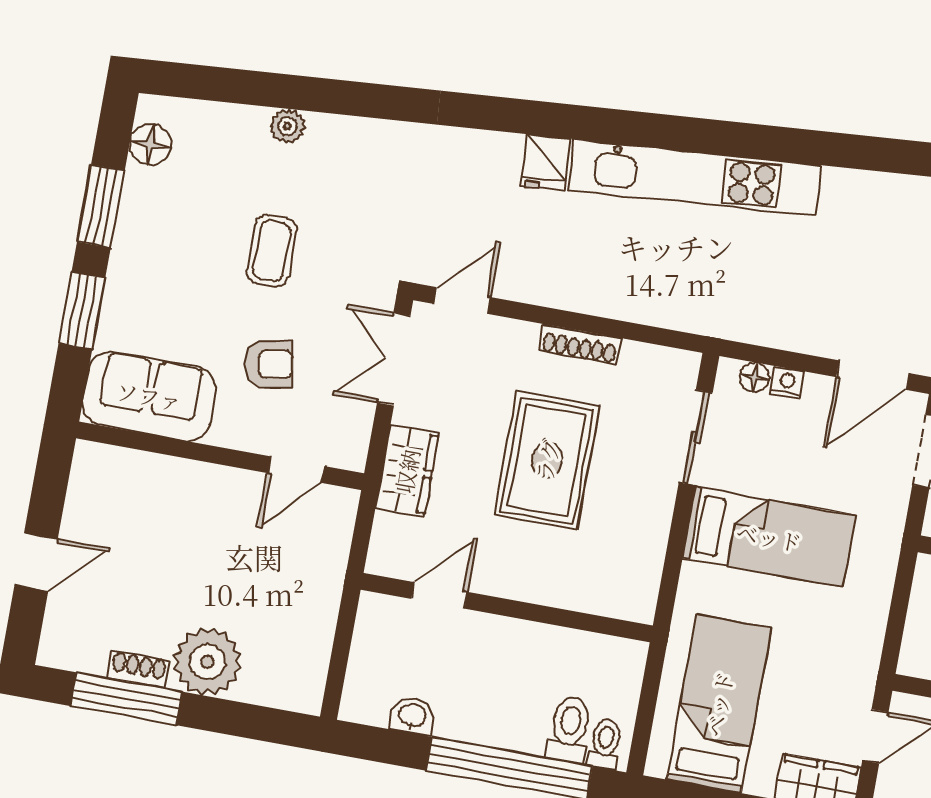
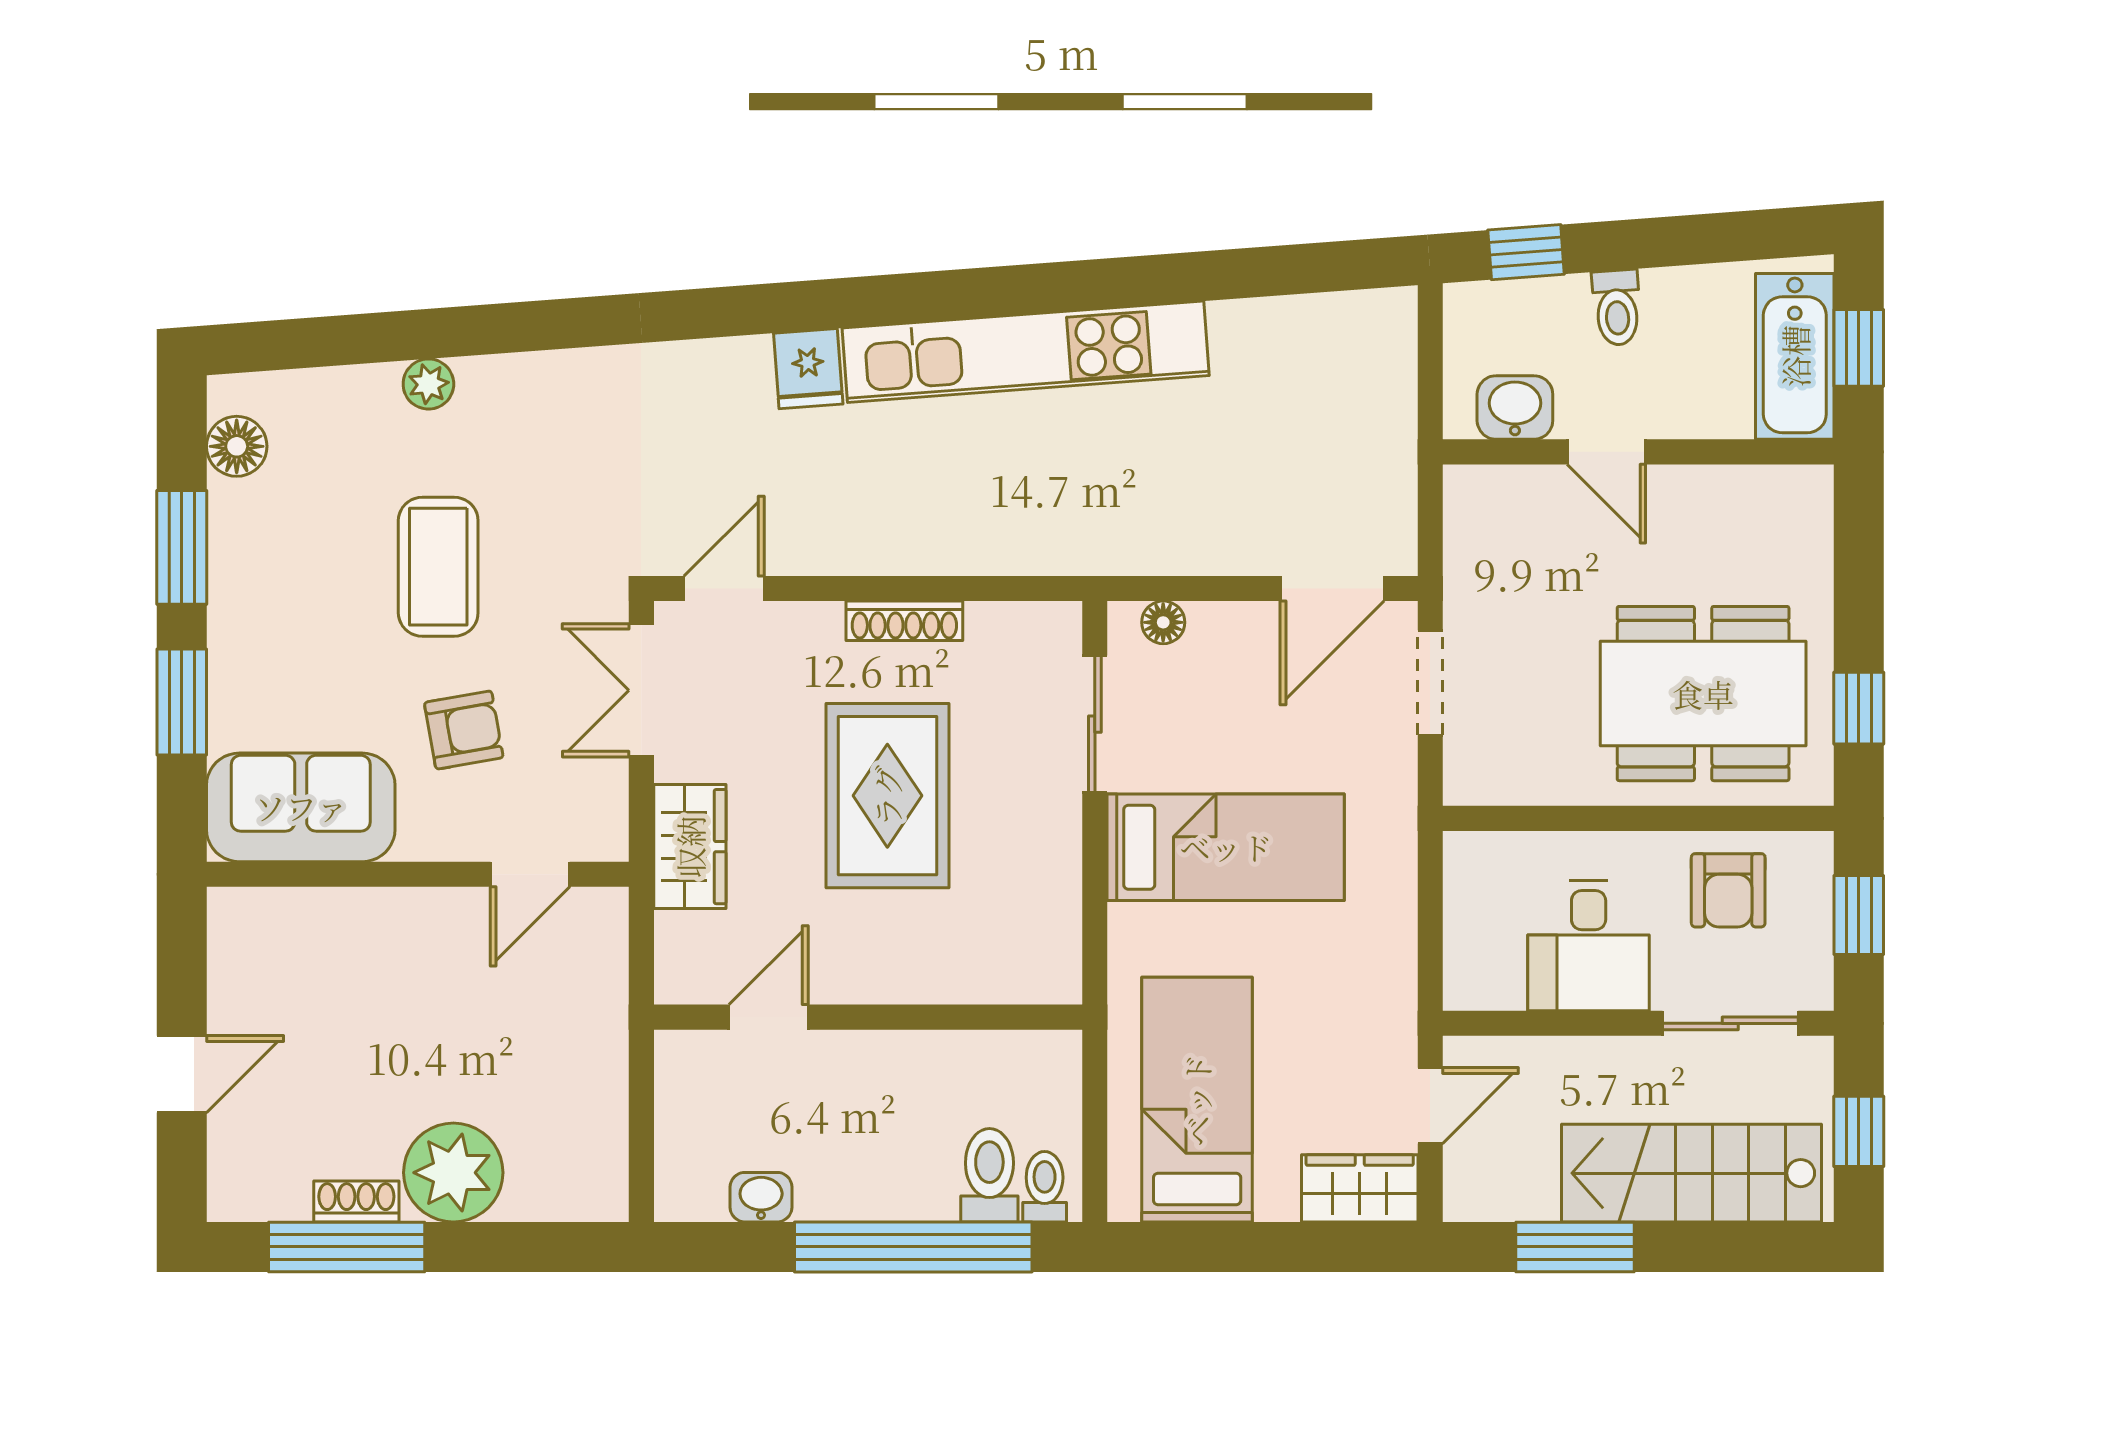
coffee table: (272, 251) -> (438, 567), width x1.36, depth x1.30
nightstand: (787, 383) -> (1212, 622), removed

